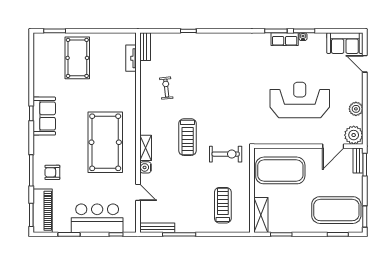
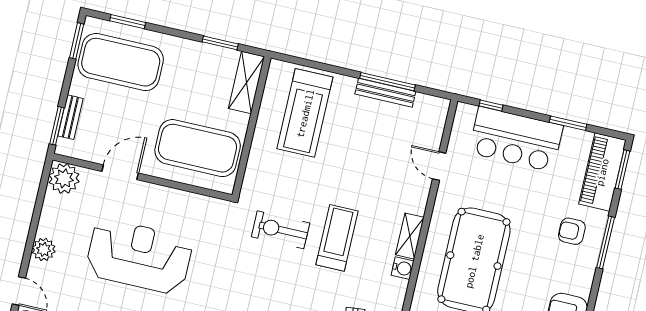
reception desk: (300, 100) -> (139, 256), turned 180
plant: (356, 109) -> (44, 249), moved
door: (333, 146) -> (120, 172), moved
exercise bike: (226, 154) -> (281, 230), moved
bench: (358, 161) -> (70, 117), moved
water cooler: (145, 167) -> (403, 268), moved
armchair: (52, 172) -> (572, 231), turned 180
treadmill: (223, 205) -> (305, 113), width x1.37, depth x1.38
bench: (157, 228) -> (385, 93), moved

